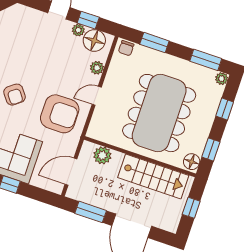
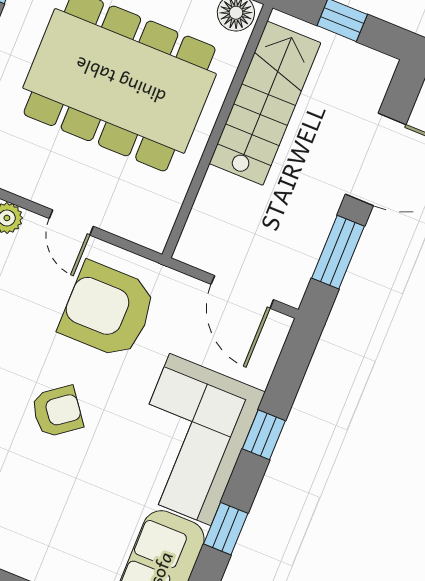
armchair: (60, 114) -> (108, 310), turned -90
plant: (102, 155) -> (209, 217), removed

